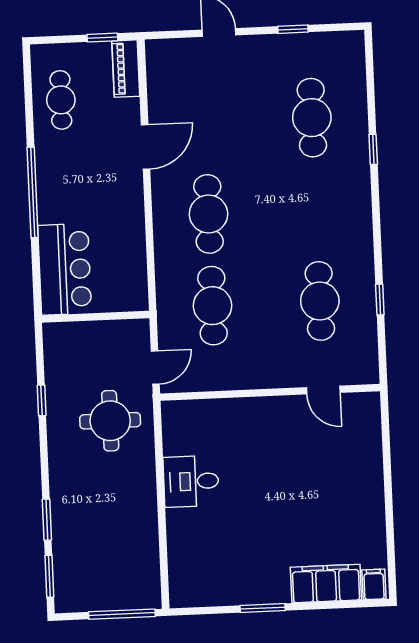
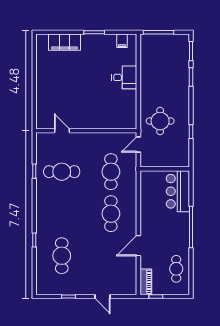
cafe table: (320, 301) -> (62, 172), turned 90
desk: (191, 481) -> (124, 77), moved
filing cabinet: (374, 584) -> (122, 41), moved

